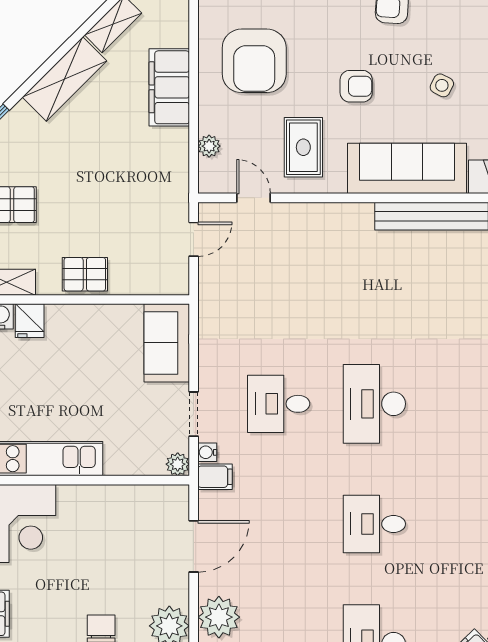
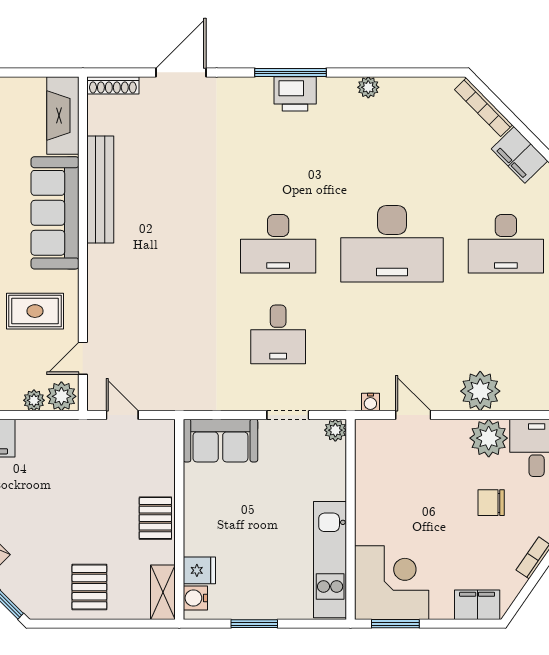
plant: (213, 175) -> (61, 396), added
water cooler: (207, 452) -> (370, 402), moved
filing cabinet: (215, 477) -> (347, 395), removed
desk: (374, 524) -> (392, 244), width x1.87, depth x1.30
door: (194, 546) -> (413, 415), width x0.73

